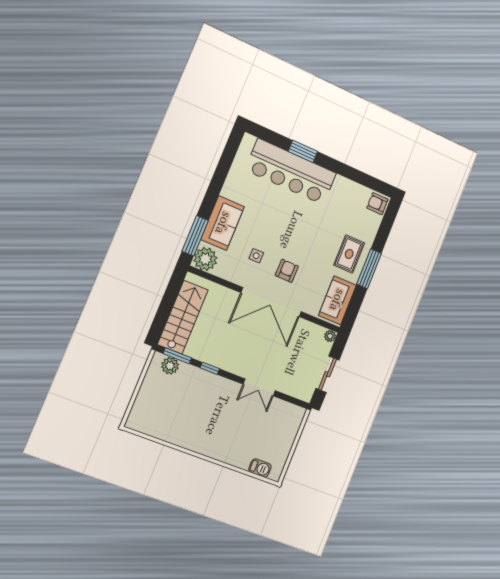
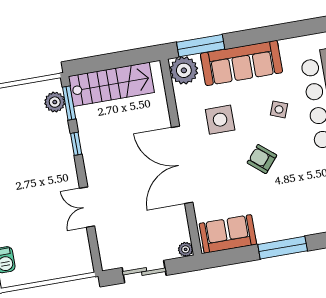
side table: (275, 210) -> (279, 109), added
sofa: (223, 223) -> (241, 63), width x1.36
rug: (349, 254) -> (284, 216), removed
side table: (256, 256) -> (220, 120), width x1.87, depth x1.87
armchair: (287, 271) -> (262, 159), moved, turned -141

